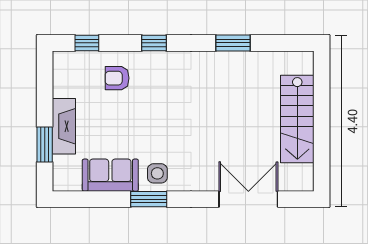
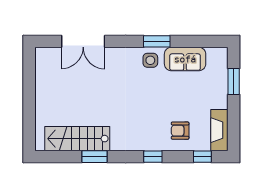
armchair: (117, 78) -> (180, 131), turned 180
stairs: (297, 119) -> (77, 139), moved, turned -90
fireplace: (64, 126) -> (219, 130), moved

